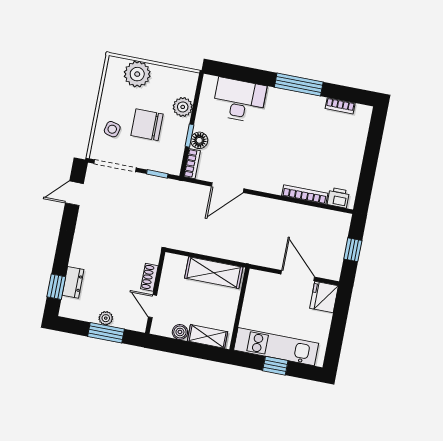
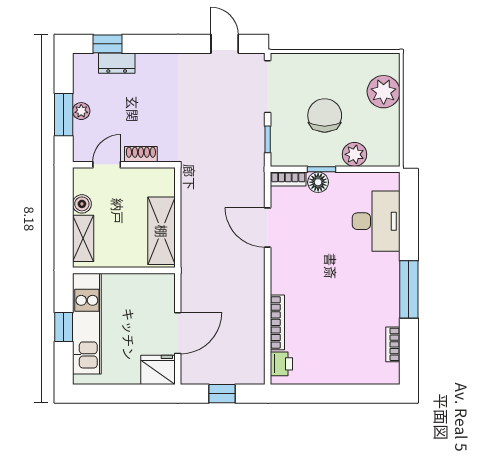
side table: (112, 129) -> (311, 74), removed

